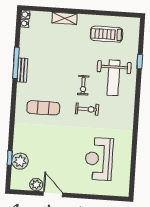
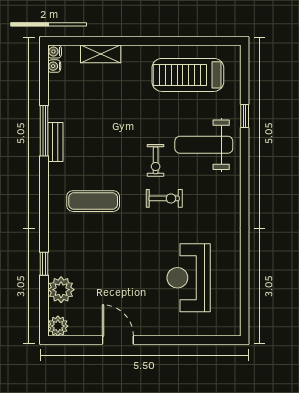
shelving: (64, 18) -> (101, 54), moved
treadmill: (107, 34) -> (188, 75), width x1.37, depth x1.38
weight bench: (114, 78) -> (204, 145), turned 90
window: (10, 158) -> (44, 264), moved
plant: (36, 185) -> (58, 326), moved

